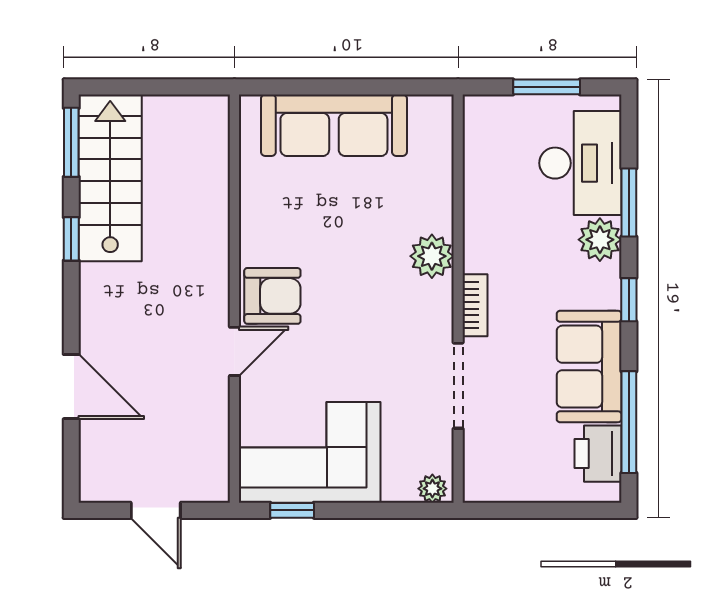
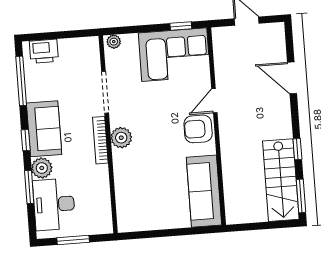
sofa: (334, 125) -> (204, 191), moved, turned -90
plant: (432, 256) -> (121, 138), moved
bookcase: (475, 305) -> (100, 140), width x1.56
sofa: (589, 367) -> (44, 129), moved
printer: (598, 454) -> (44, 51), moved, turned 90

